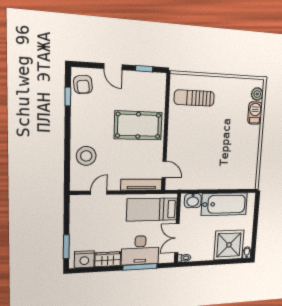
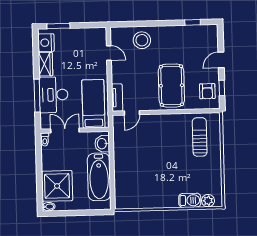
armchair: (83, 84) -> (207, 91), moved, turned -84
tv unit: (141, 185) -> (117, 98), width x0.71

